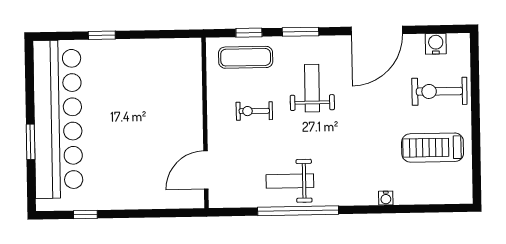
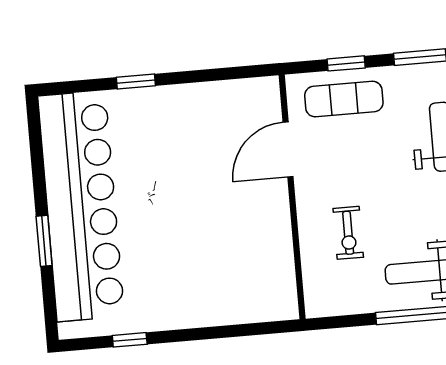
exercise bike: (254, 111) -> (348, 233), moved, turned -90
door: (206, 170) -> (288, 149), moved

